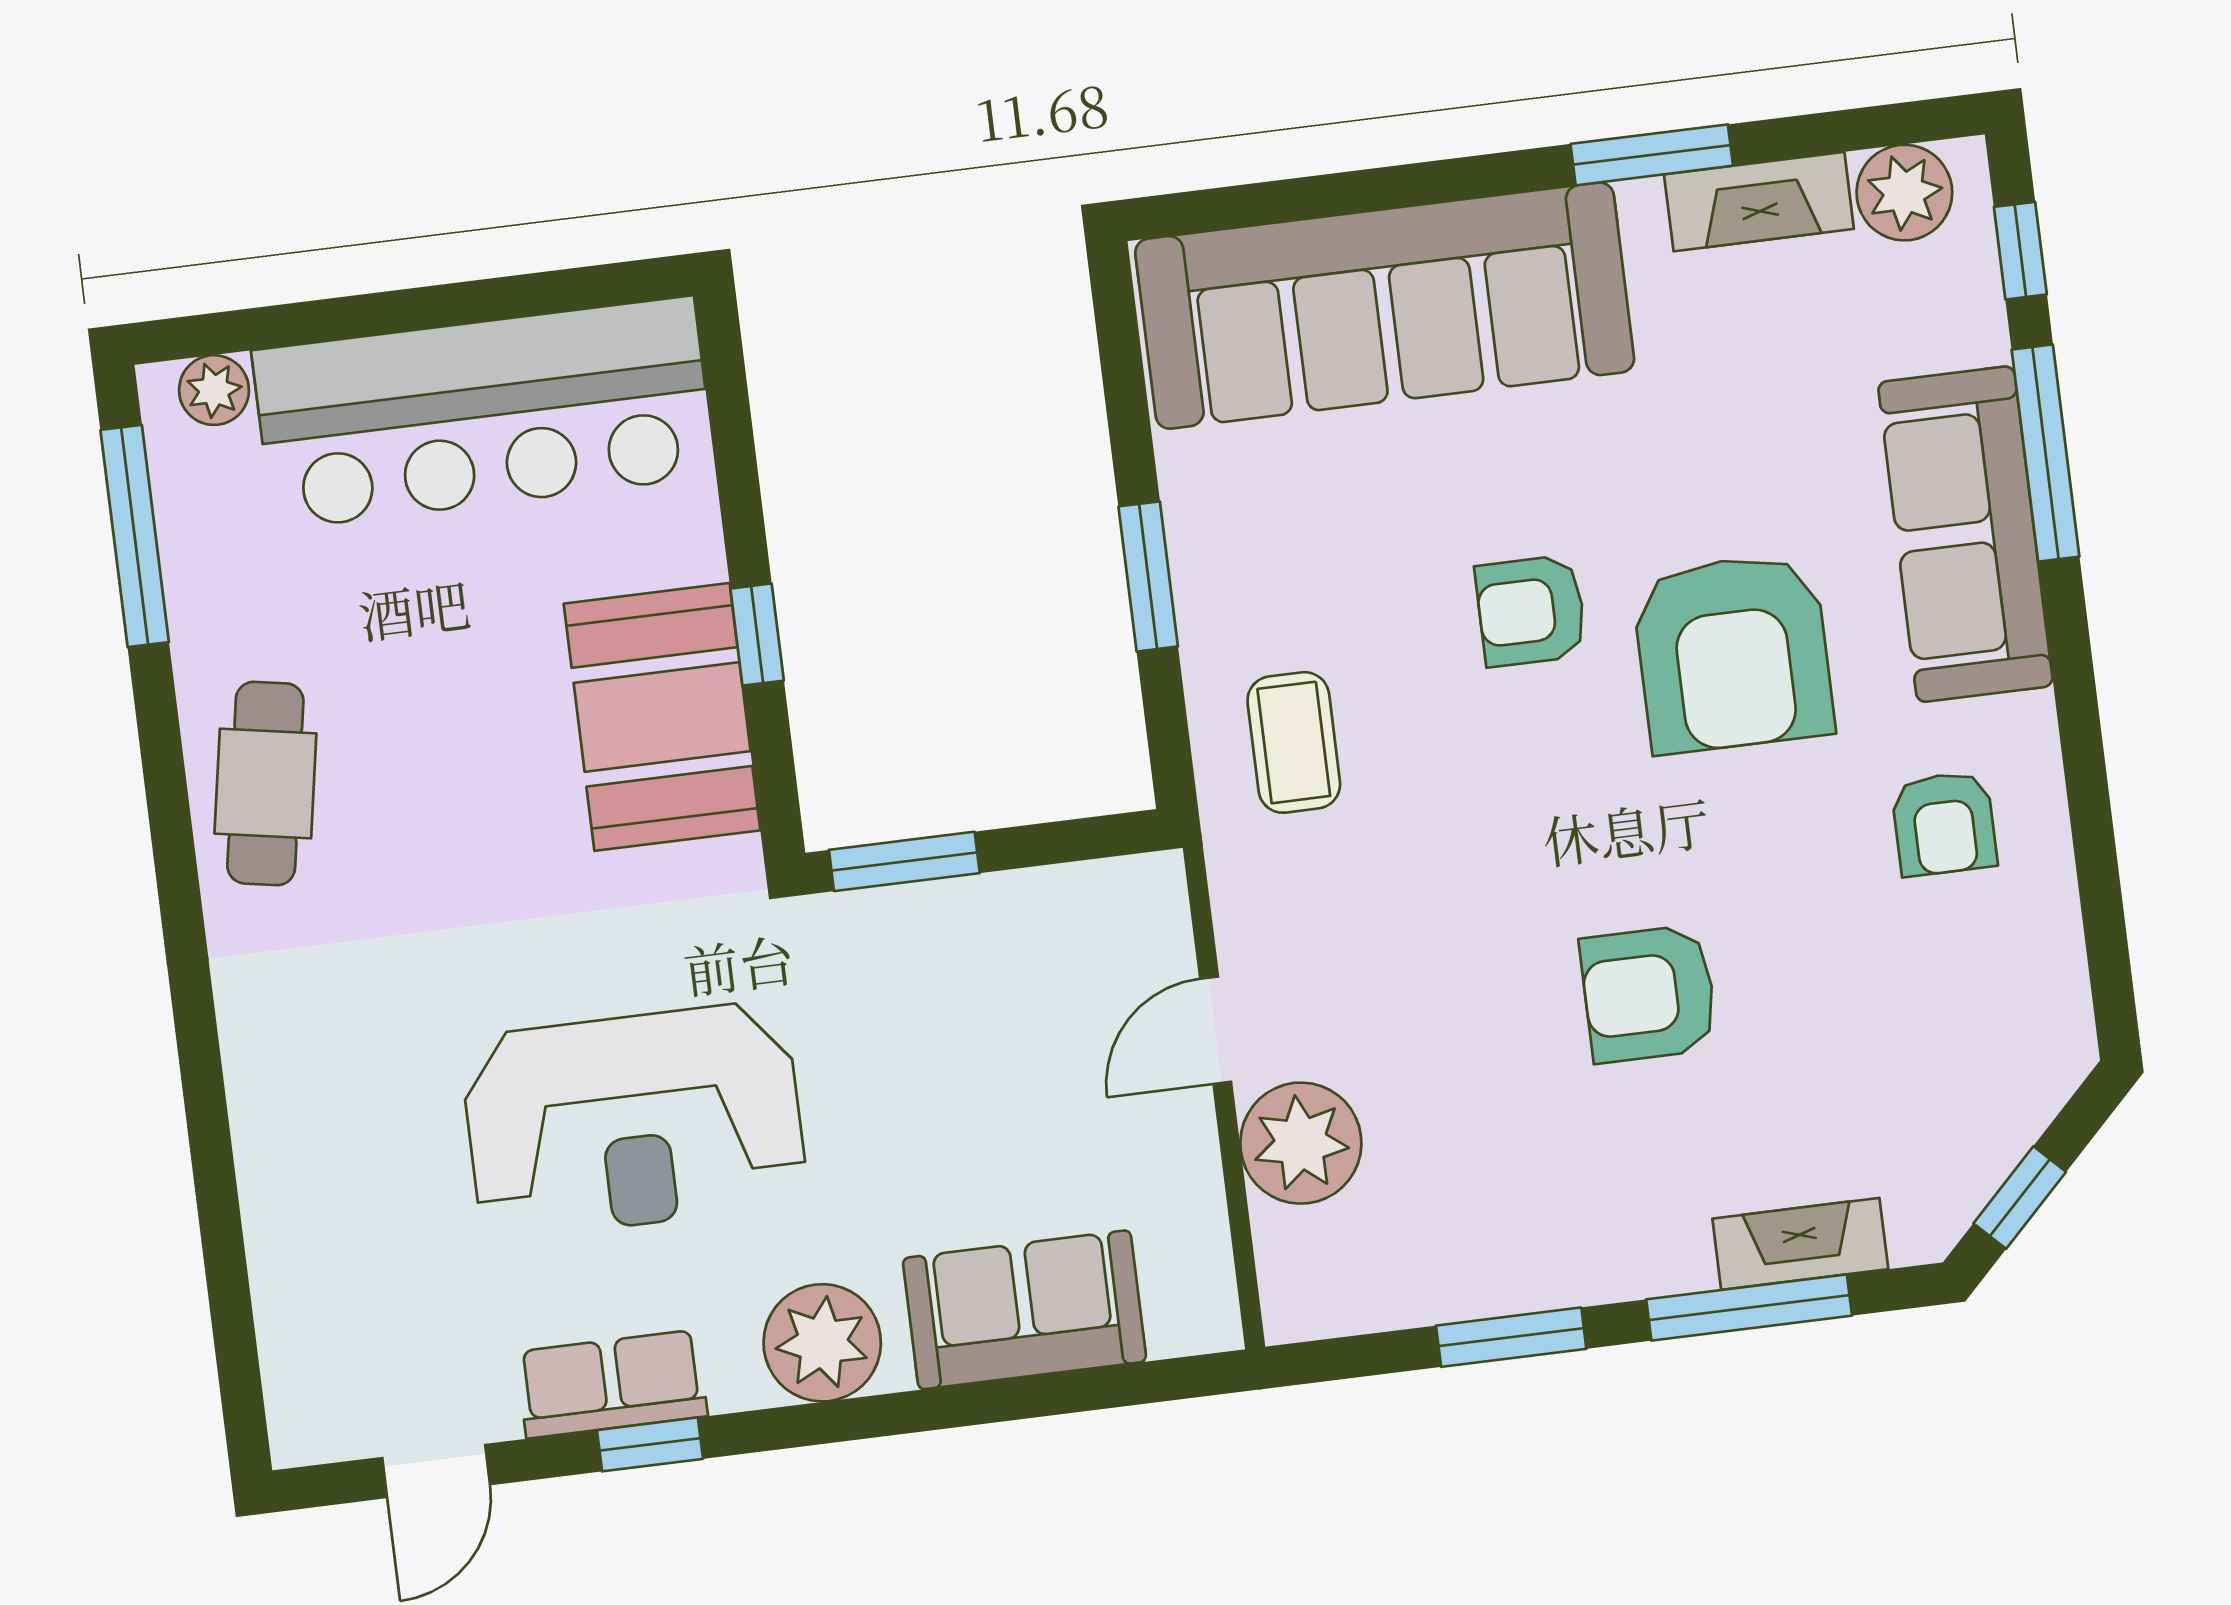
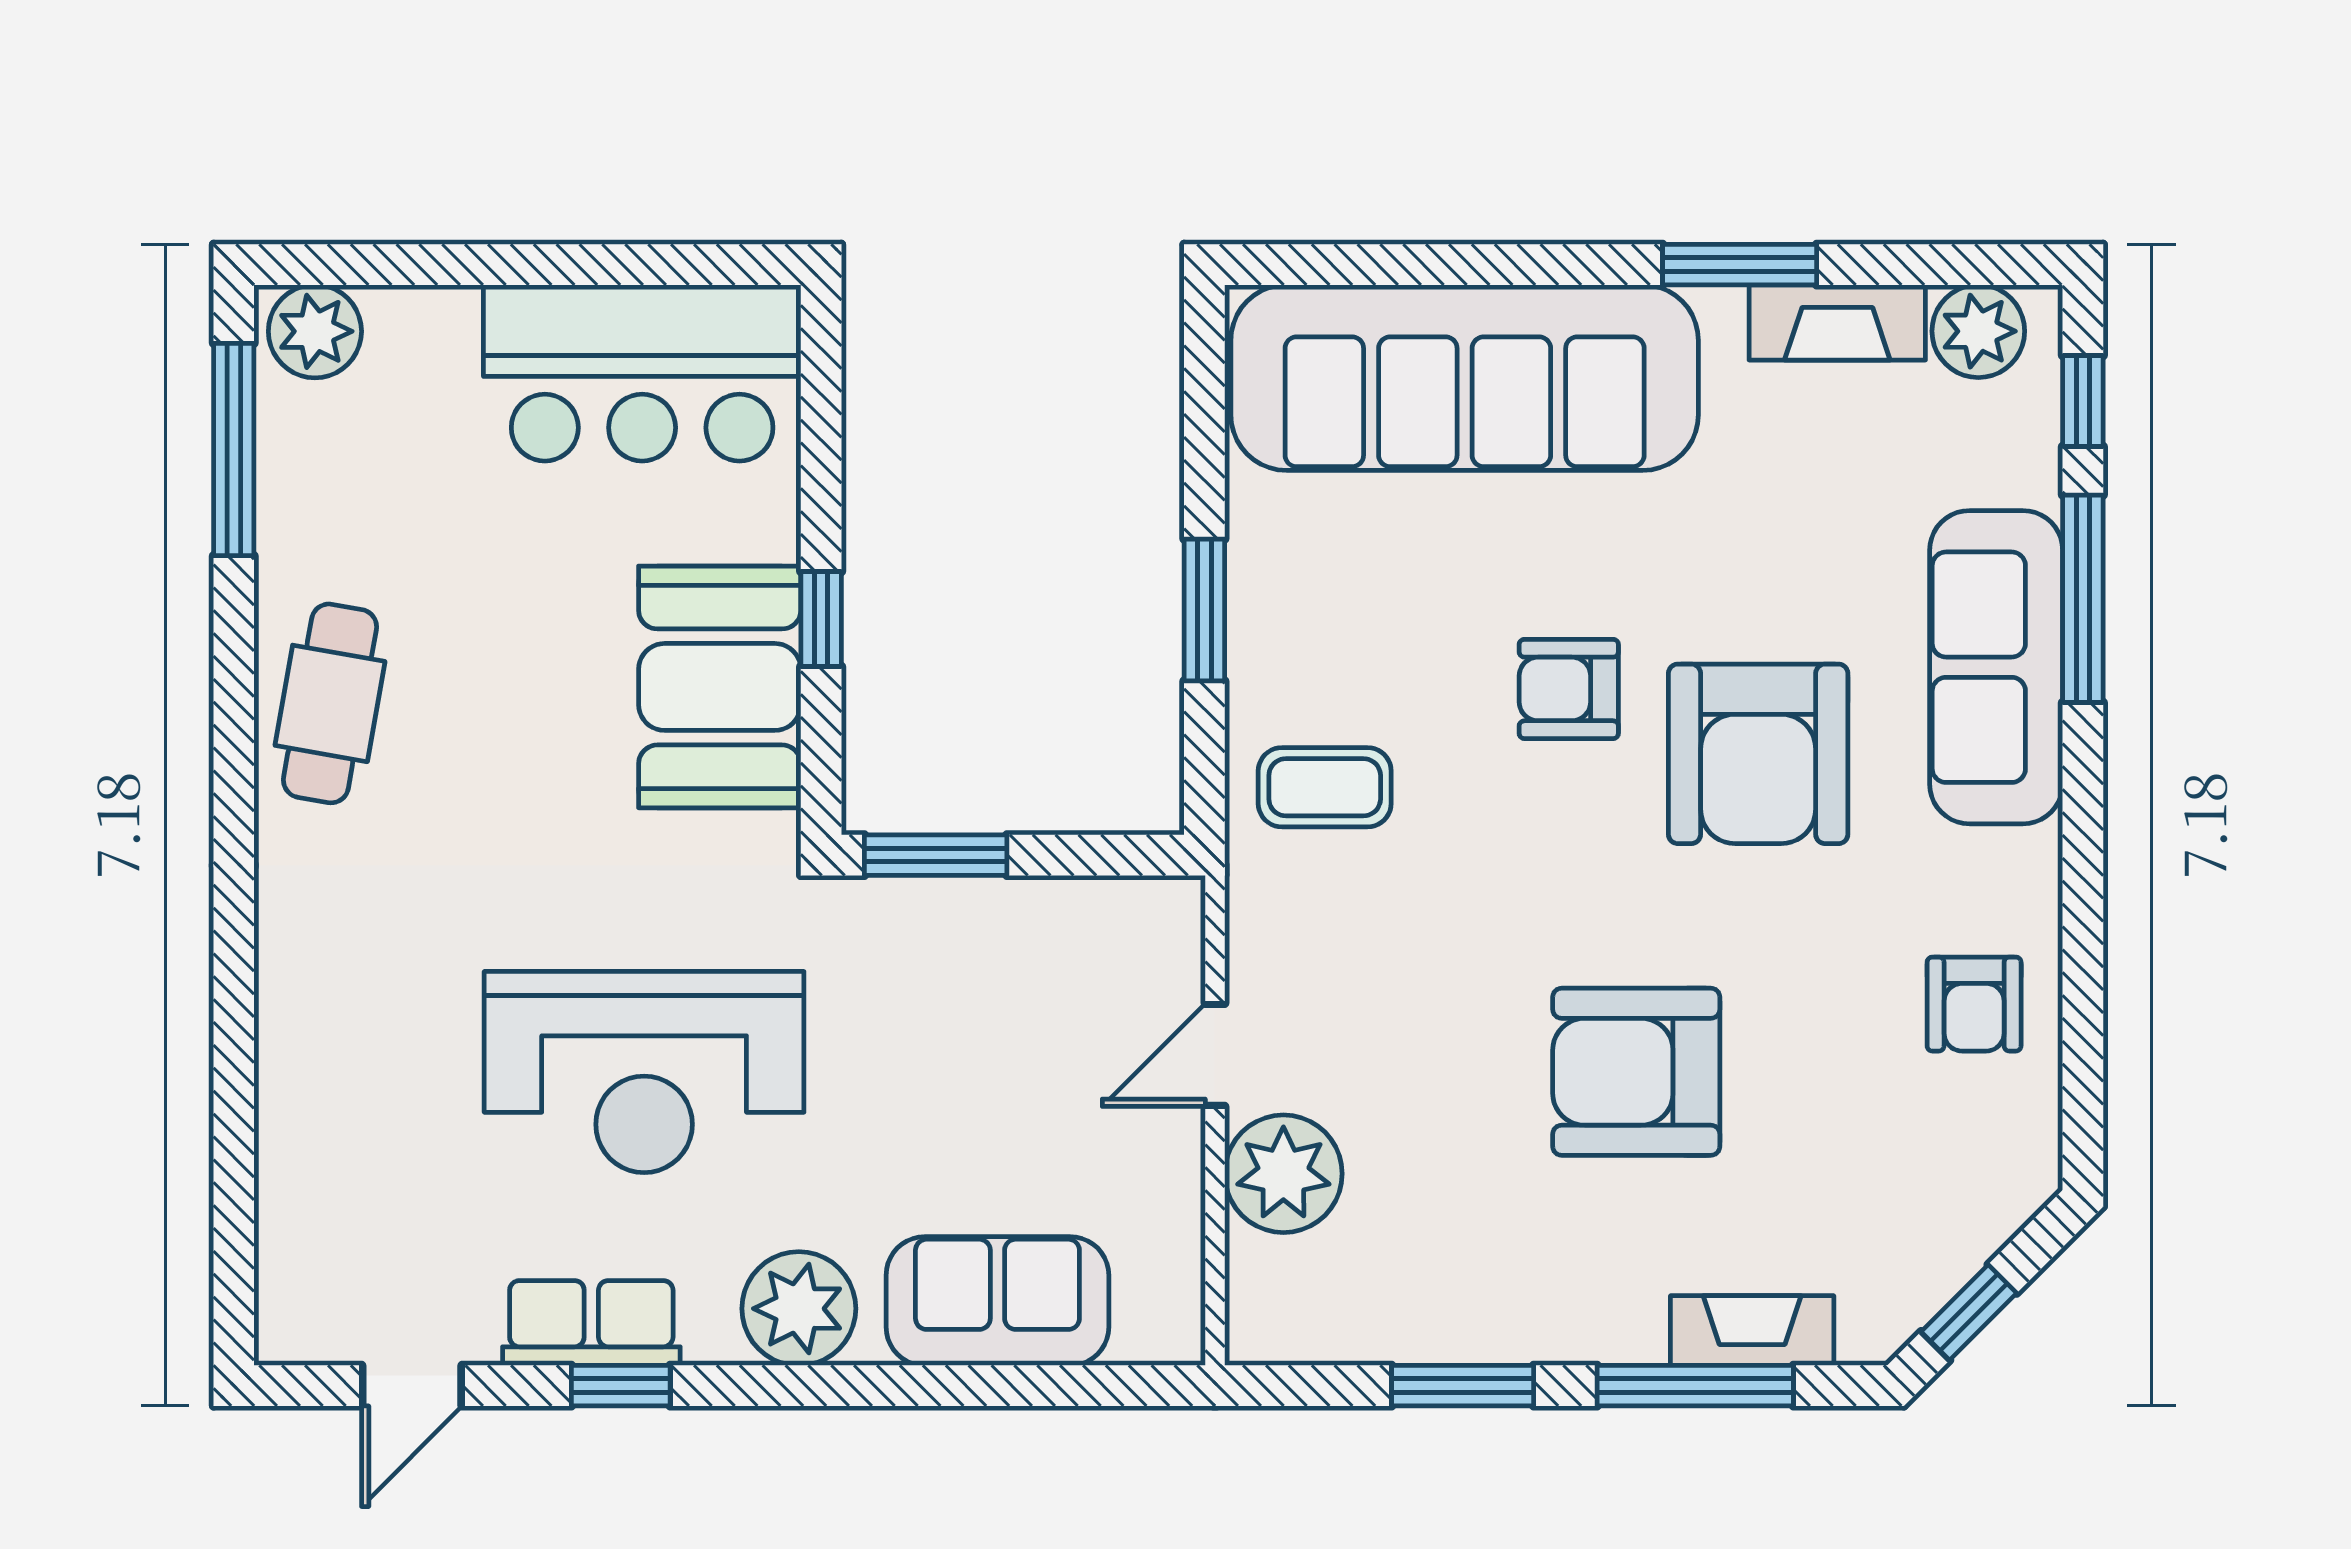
plant: (214, 390) -> (315, 331), width x1.38, depth x1.38
bar counter: (484, 413) -> (642, 373), width x0.73
coffee table: (1294, 742) -> (1325, 787), turned 90
armchair: (1944, 824) -> (1974, 1004), moved
armchair: (1649, 994) -> (1636, 1072), width x1.36, depth x1.36

